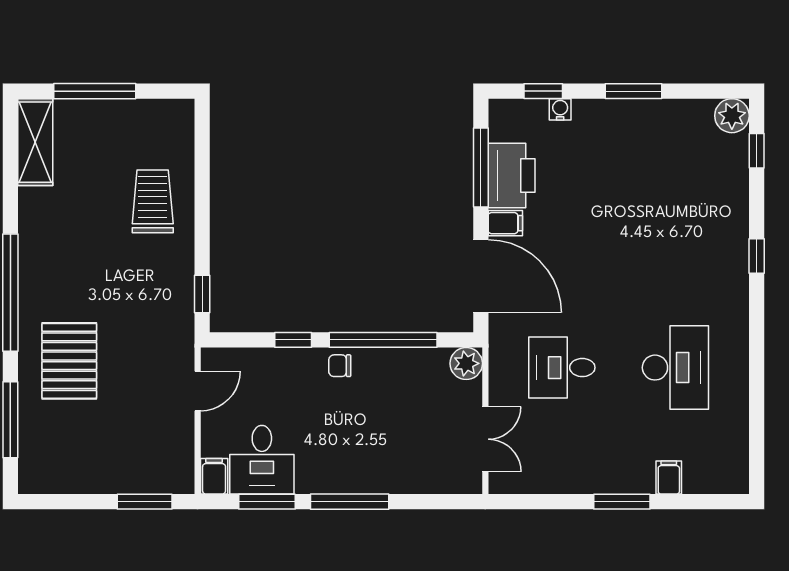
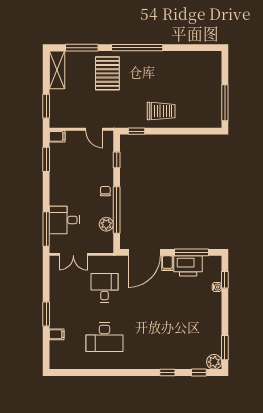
window: (95, 91) -> (225, 103), moved
window: (634, 91) -> (225, 348), moved
shelving: (35, 142) -> (57, 70), moved, turned 90
trolley: (153, 201) -> (161, 111), moved
window: (757, 256) -> (167, 373), moved
window: (293, 340) -> (117, 160), moved
pallet: (69, 361) -> (107, 73), turned 90
plant: (466, 363) -> (106, 224), moved
desk: (262, 460) -> (64, 220), moved
window: (350, 502) -> (46, 229), moved

